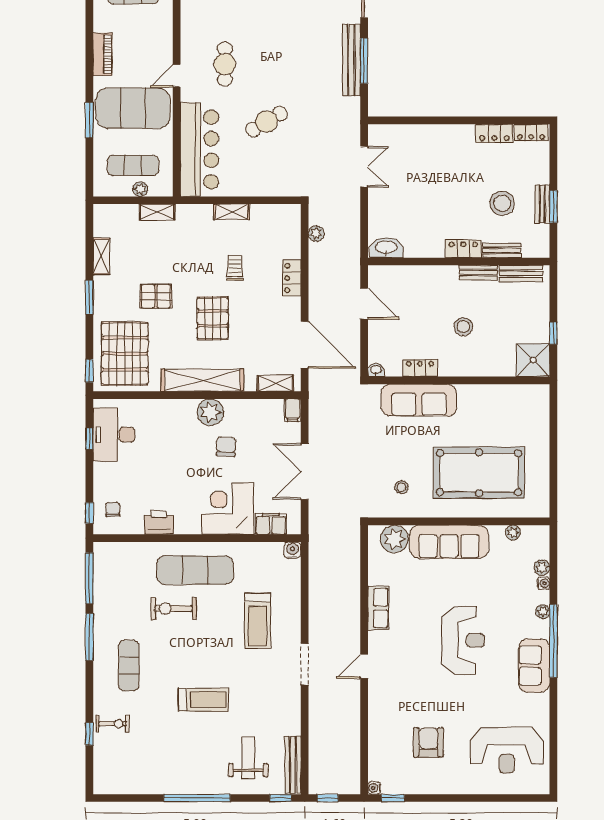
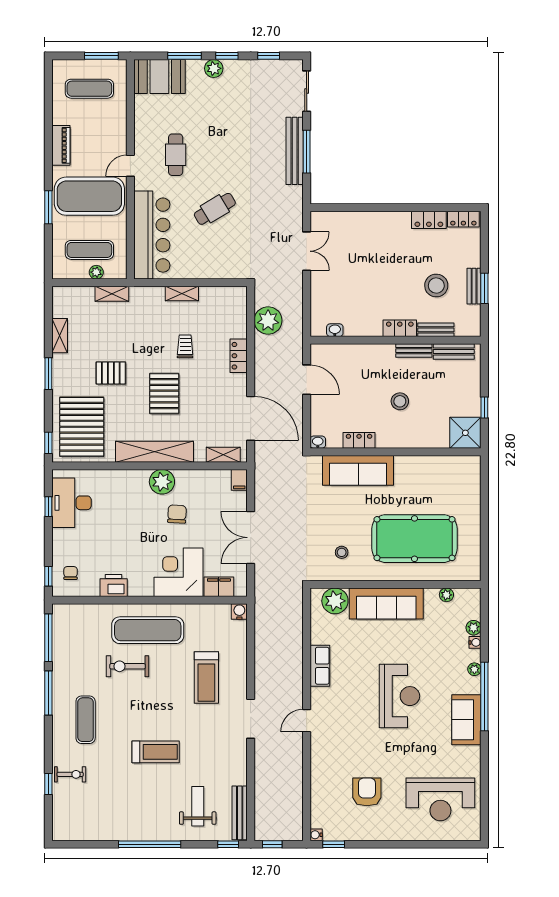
plant: (316, 234) -> (268, 320), width x1.88, depth x1.88
washbasin: (386, 248) -> (335, 330), width x0.52, depth x0.69

